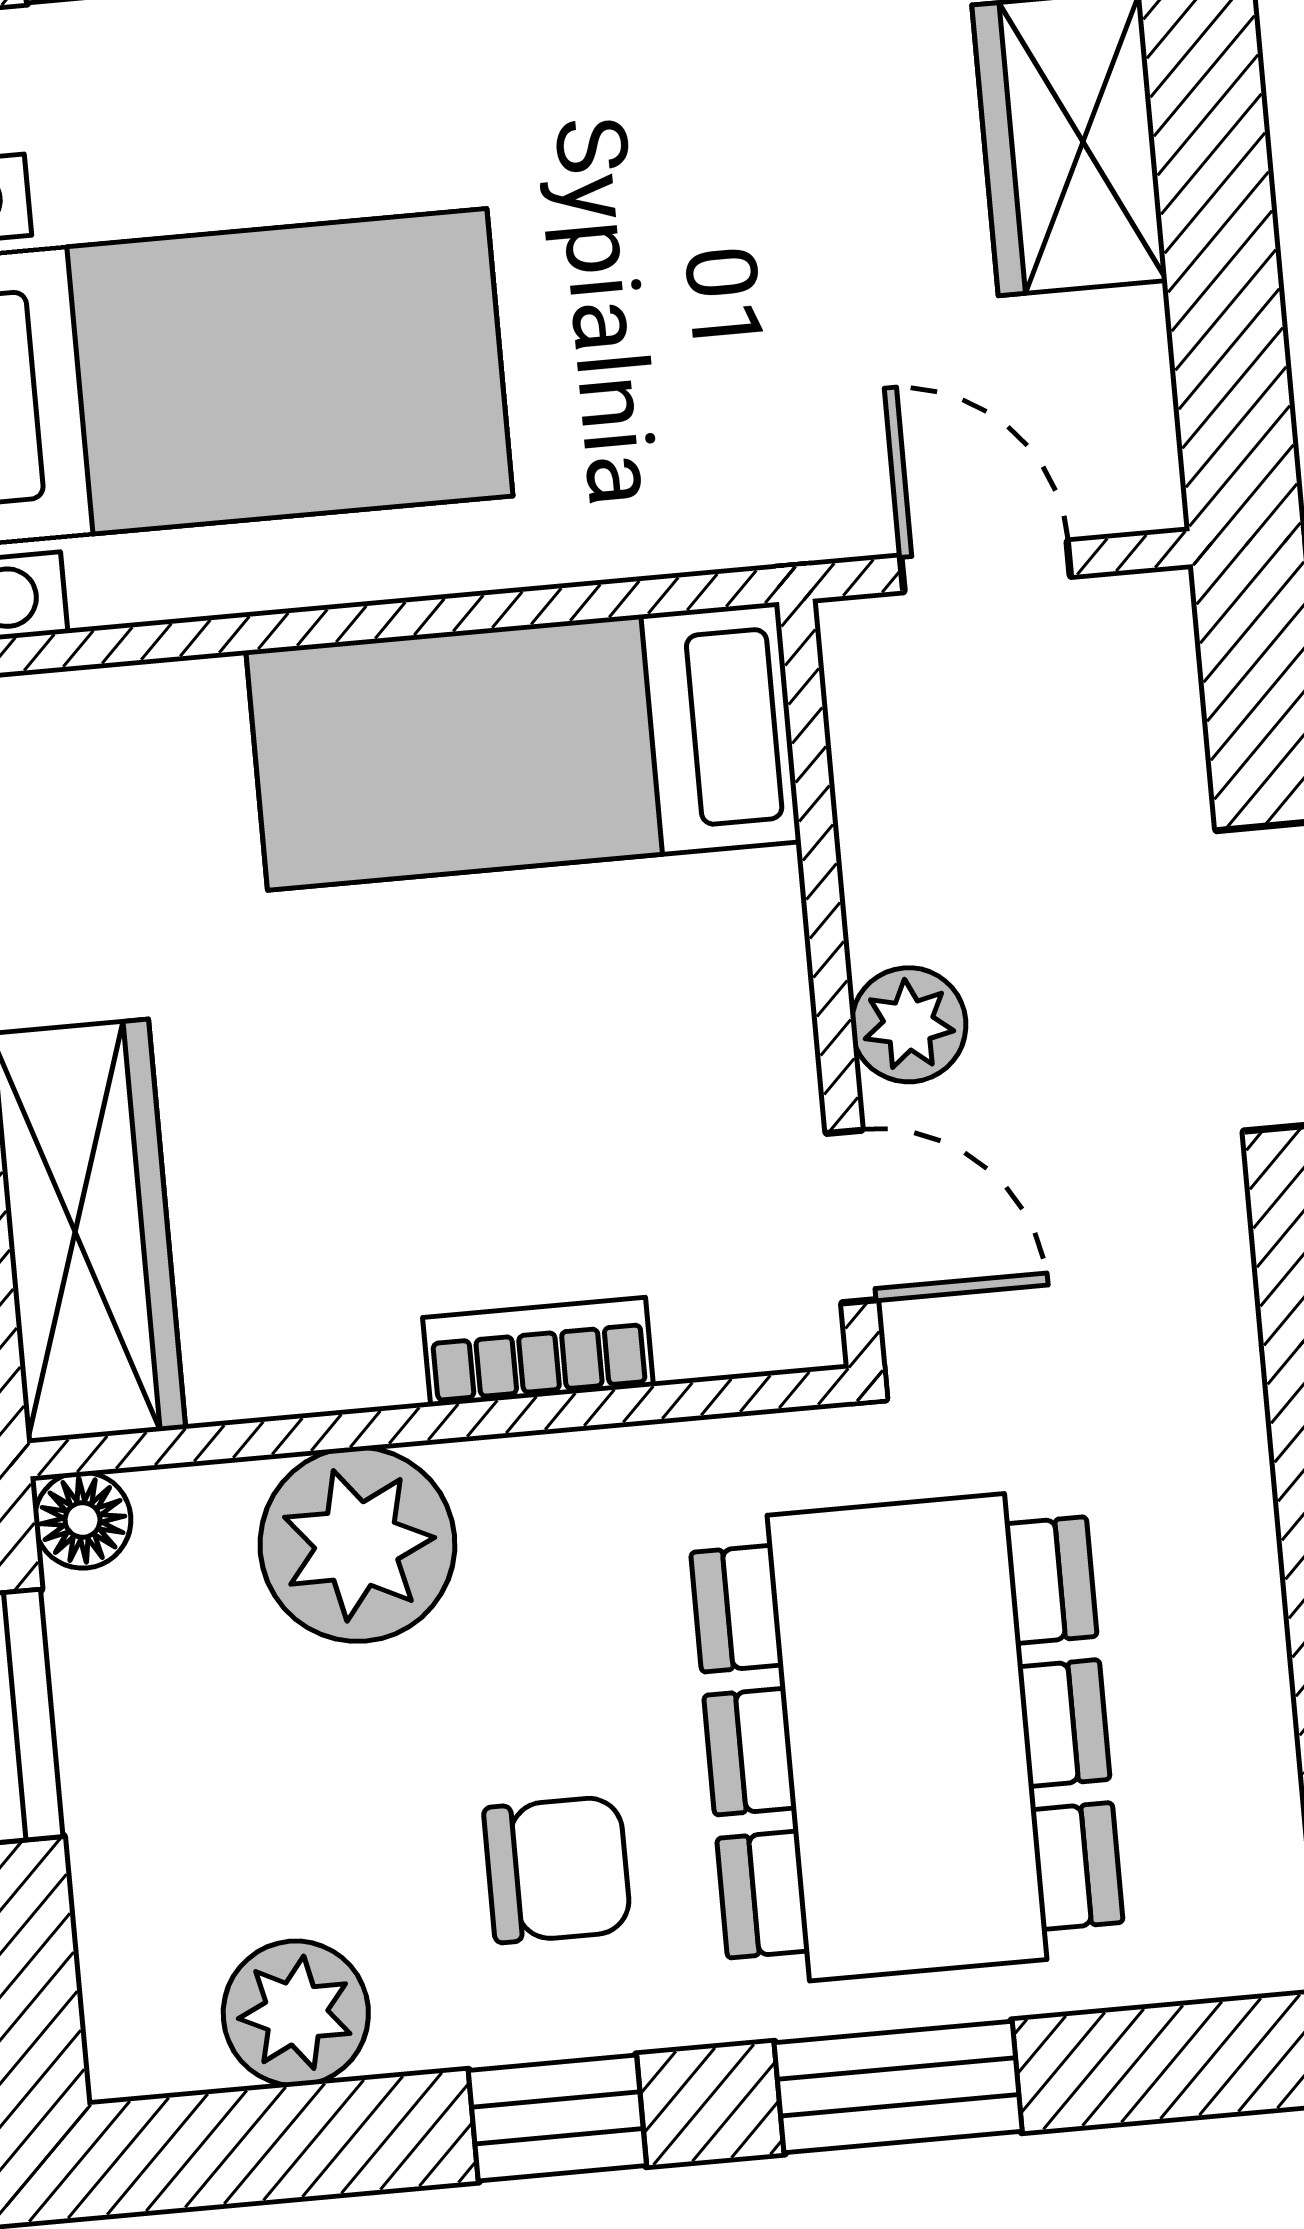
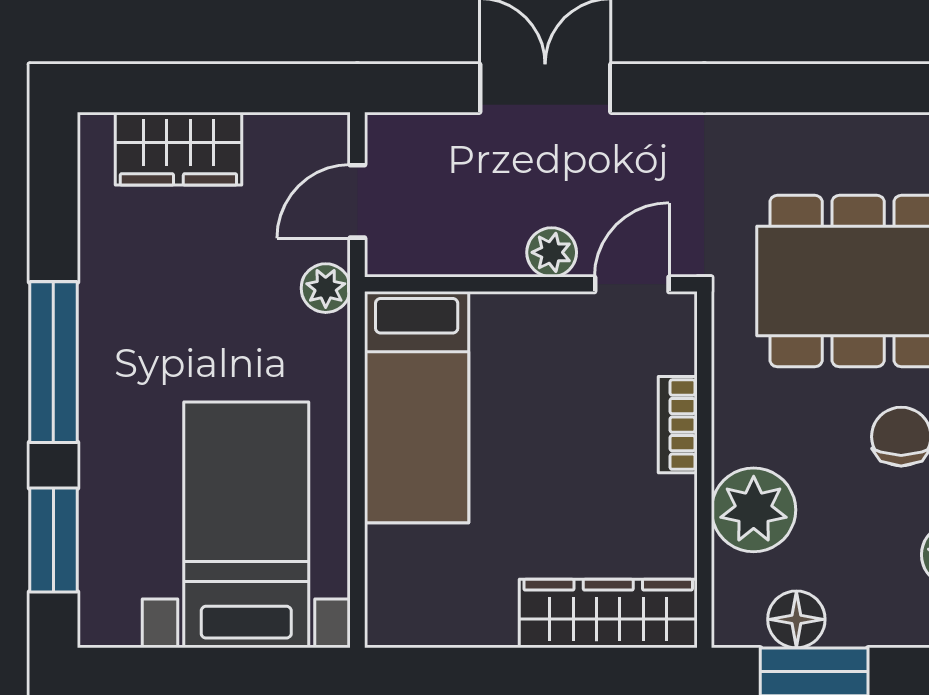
plant: (779, 512) -> (326, 288), added
floor lamp: (83, 1520) -> (796, 619), moved, width x1.37, depth x1.37

